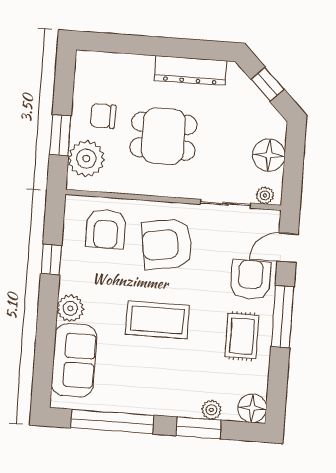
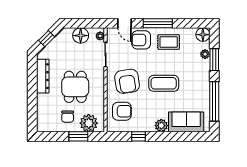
coffee table: (157, 320) -> (164, 83), turned 90

